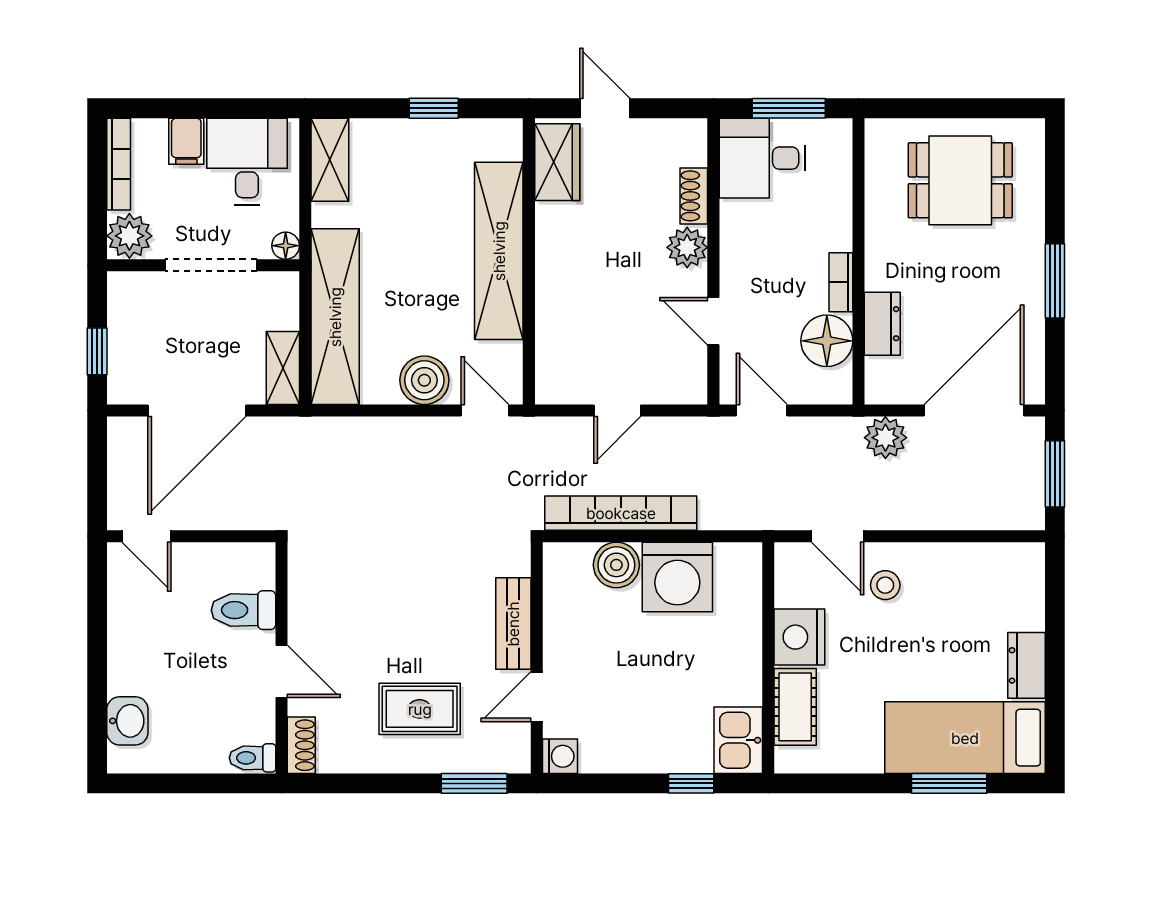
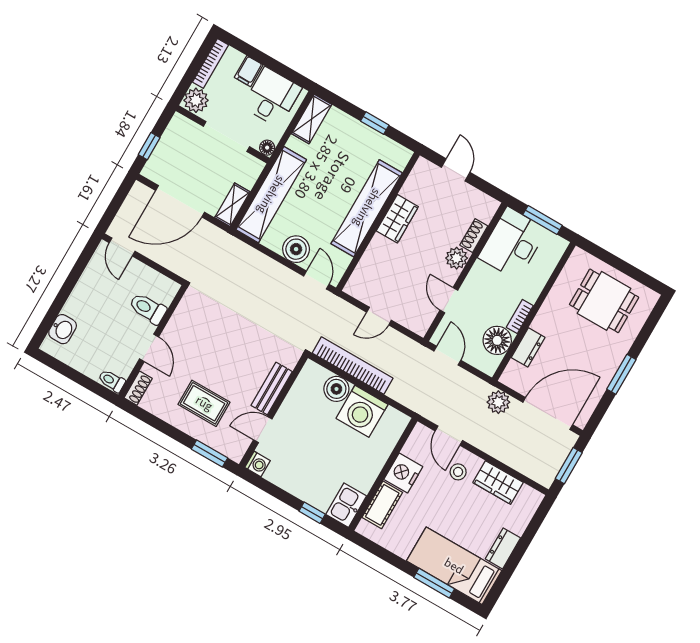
desk: (762, 158) -> (513, 243), width x1.37
wardrobe: (557, 162) -> (397, 219), moved
wardrobe: (958, 565) -> (498, 483), added

